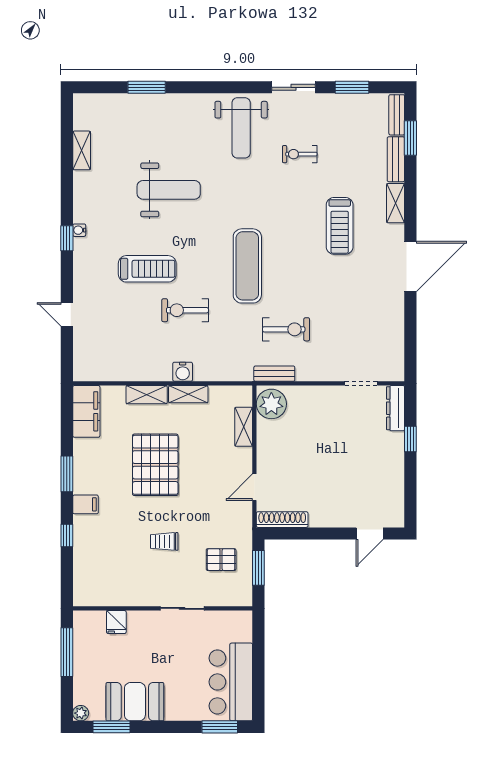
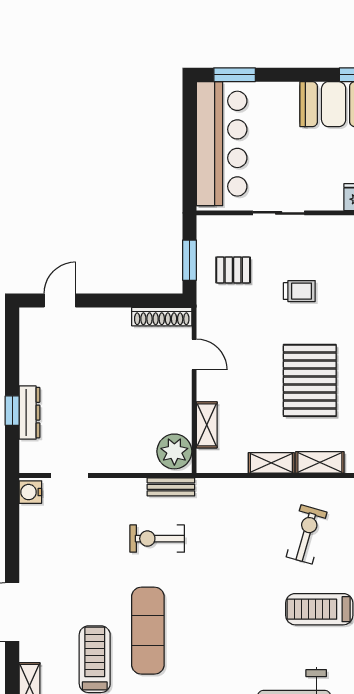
exercise mat: (247, 266) -> (148, 631), moved
exercise bike: (185, 310) -> (307, 534), moved, turned -74
water cooler: (183, 372) -> (30, 492), moved, turned -90
dresser: (396, 408) -> (29, 413), moved
door: (254, 487) -> (194, 354), hinge flipped
bar counter: (231, 682) -> (222, 144), width x1.36

